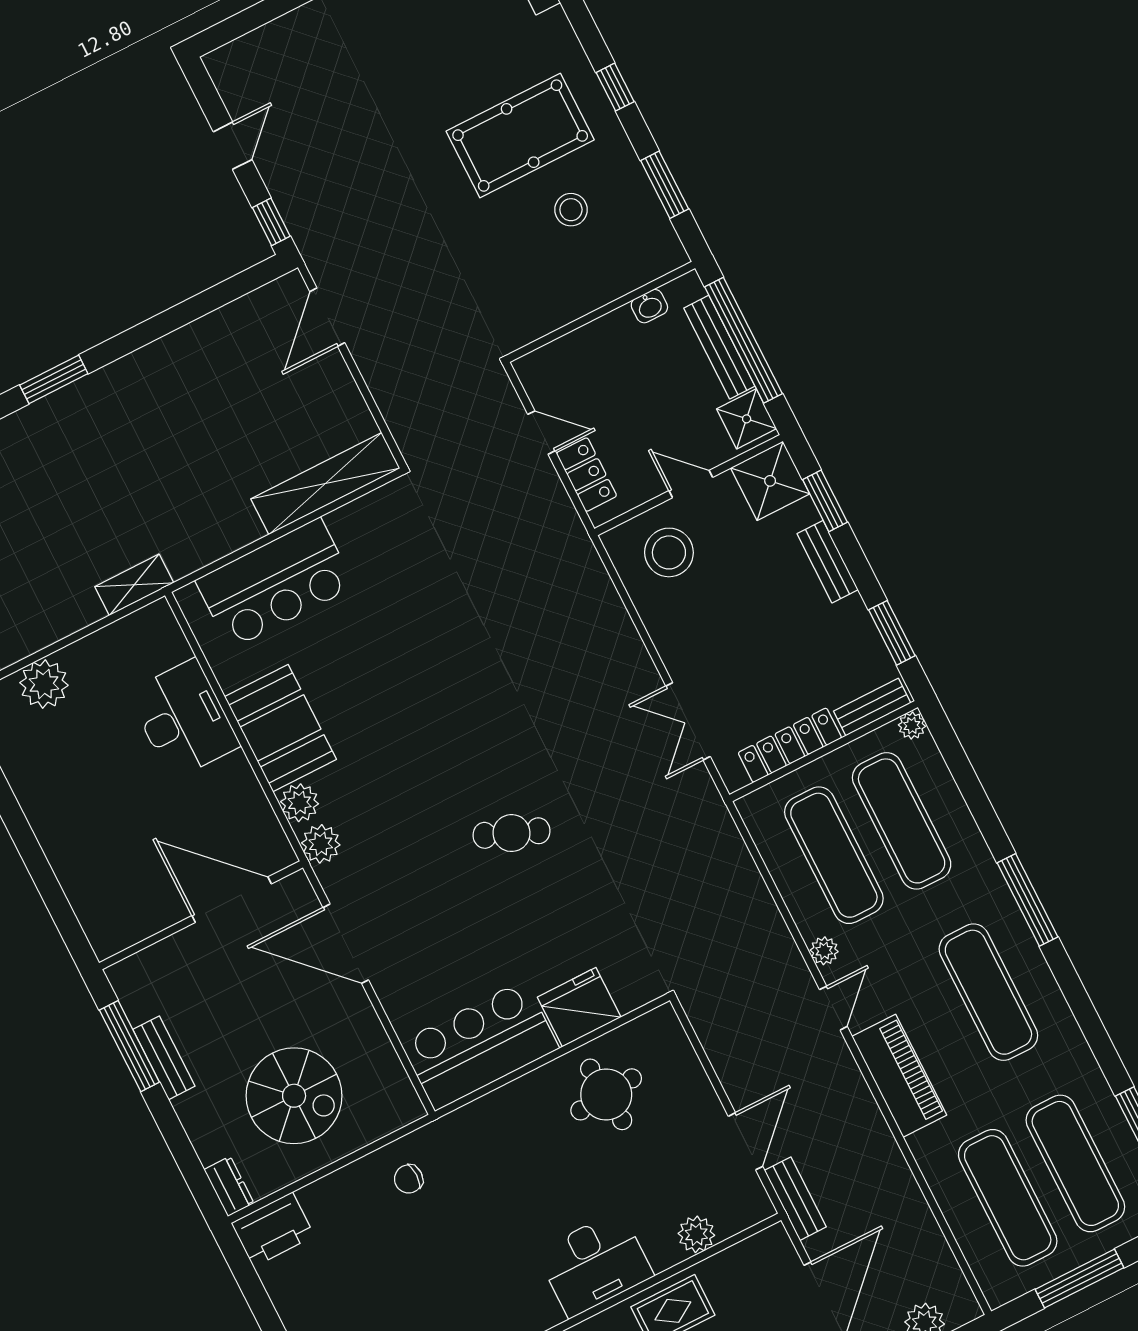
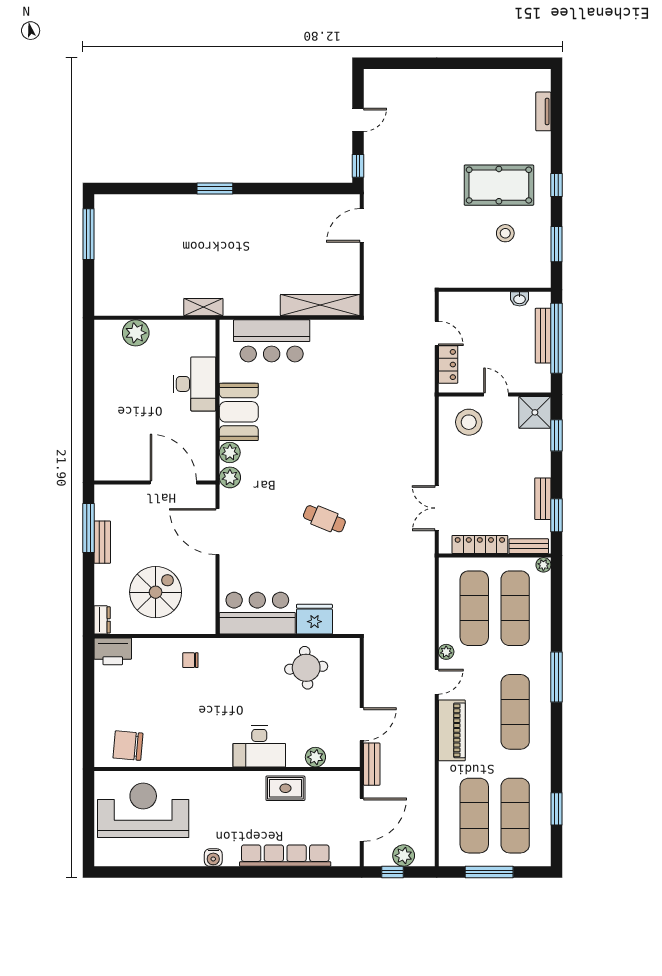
shower: (747, 419) -> (539, 377), removed
bench: (828, 562) -> (543, 499), moved
spiral stairs: (294, 1096) -> (156, 592), turned -90

